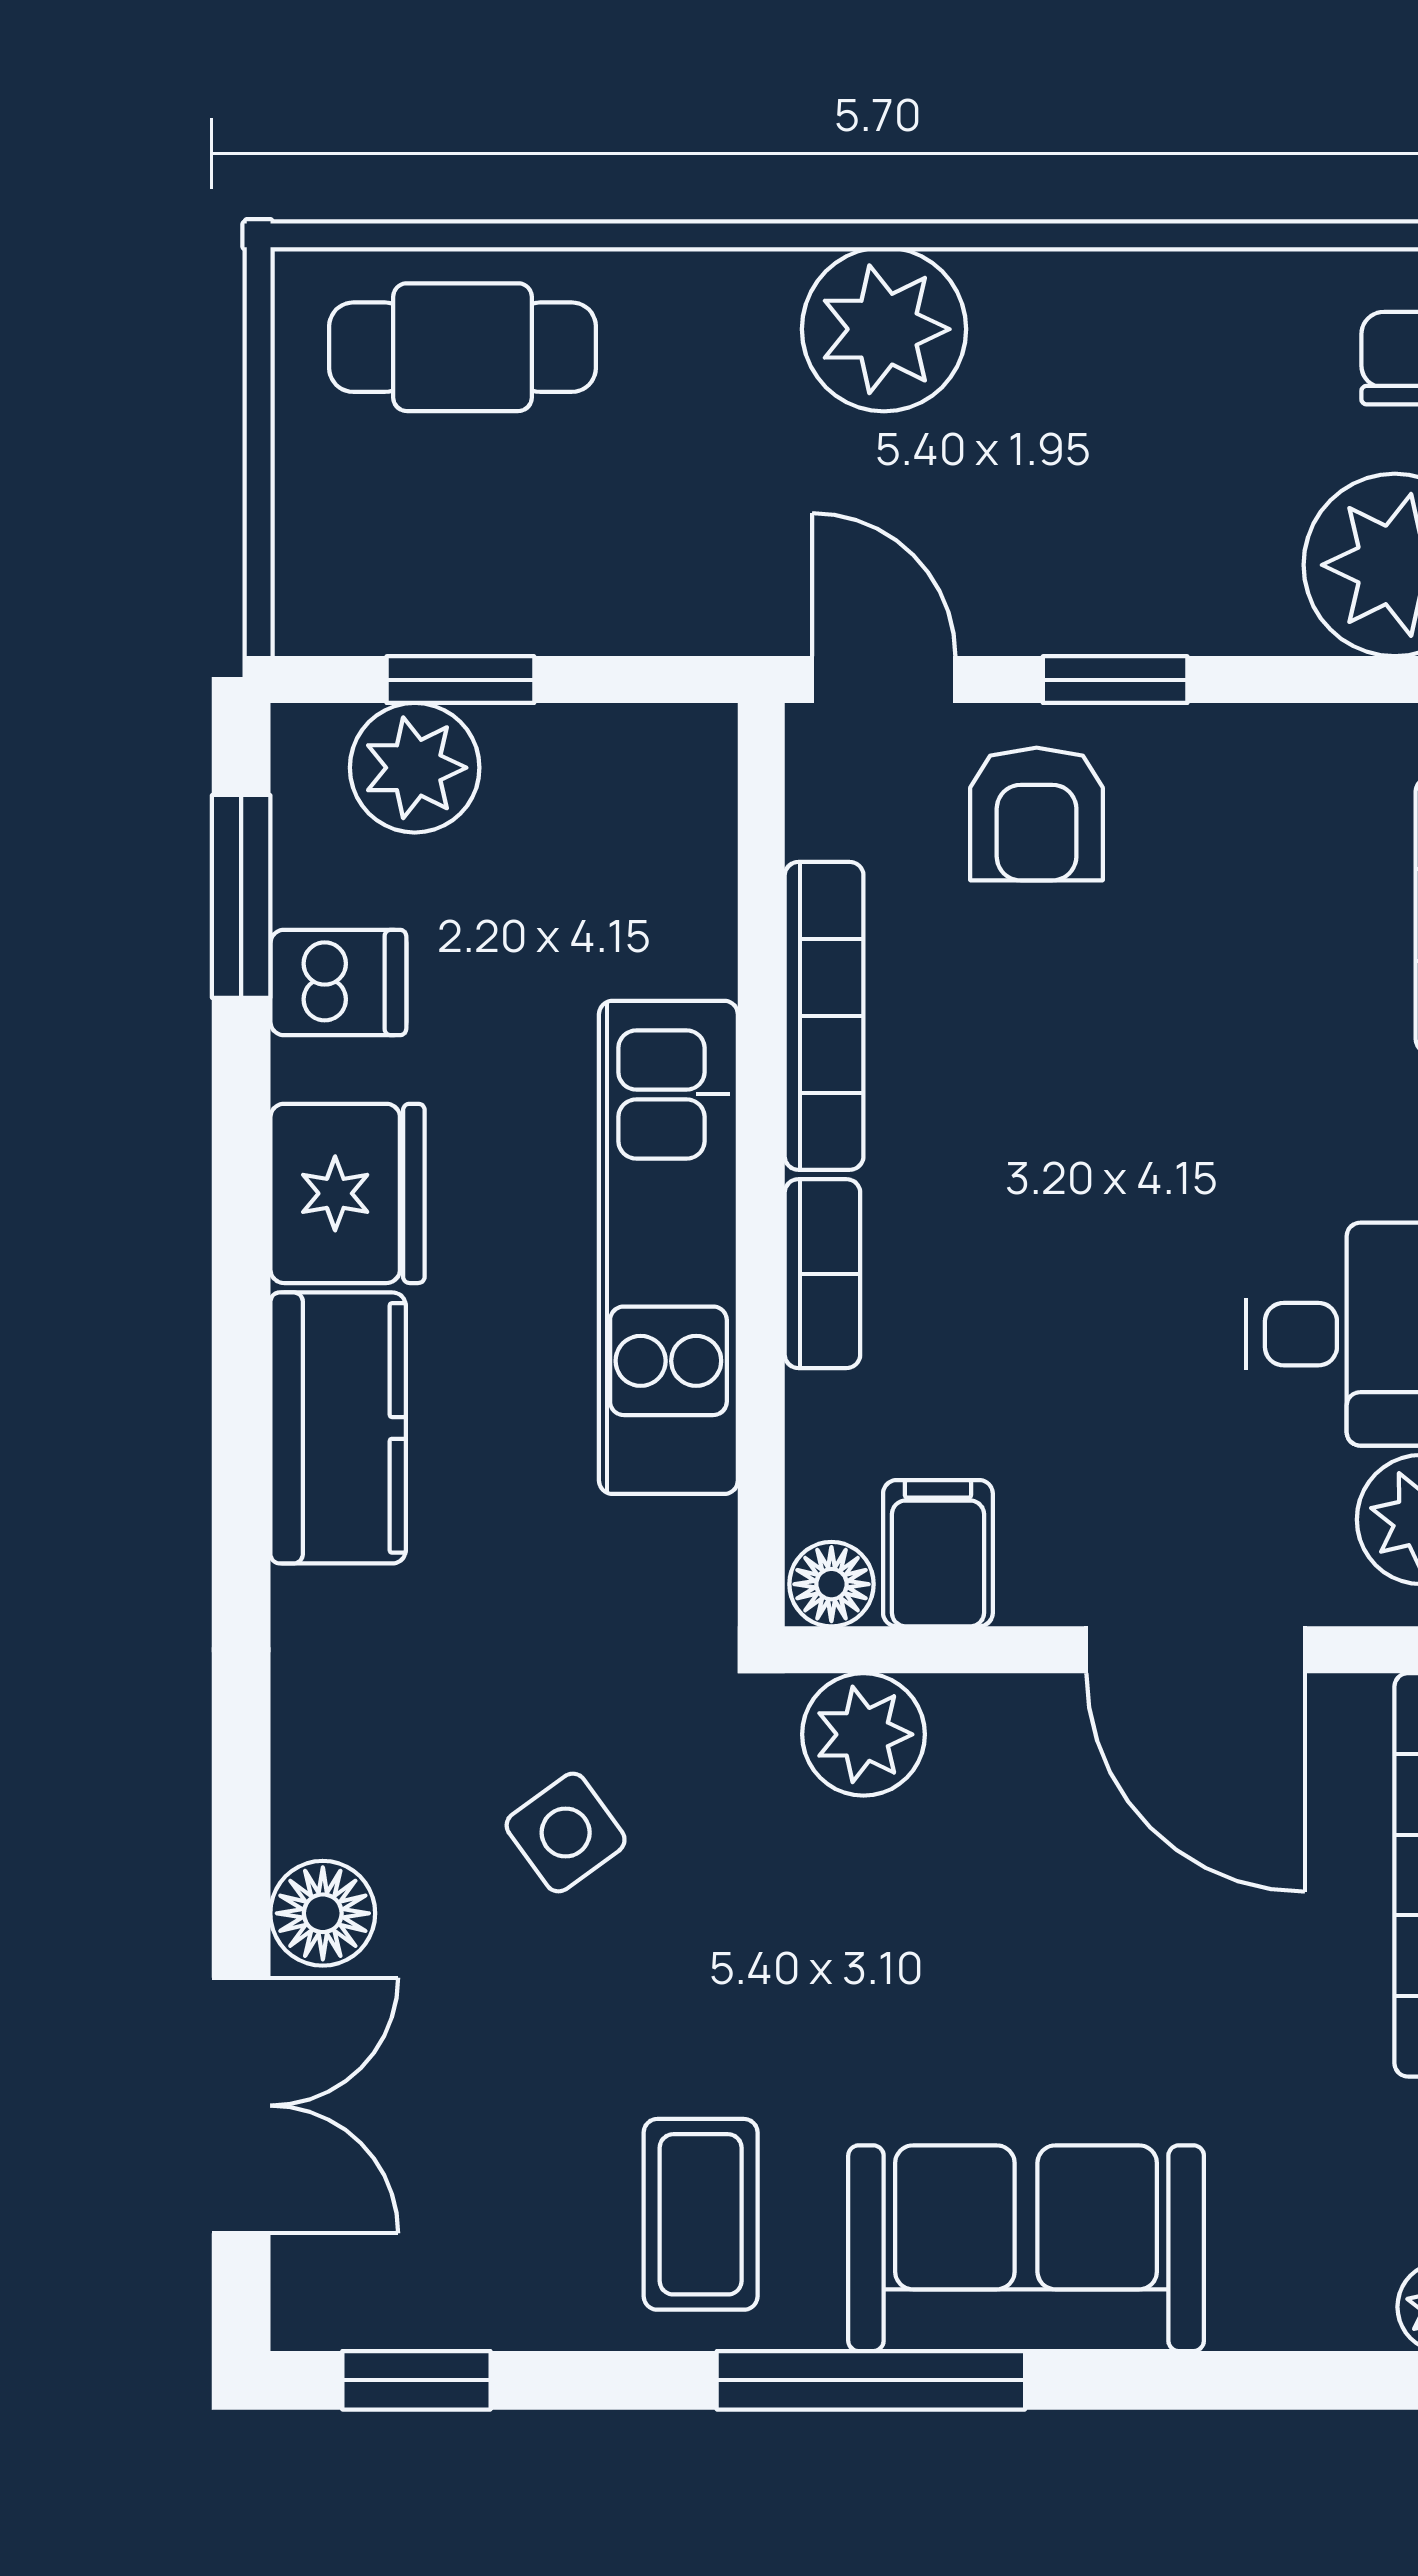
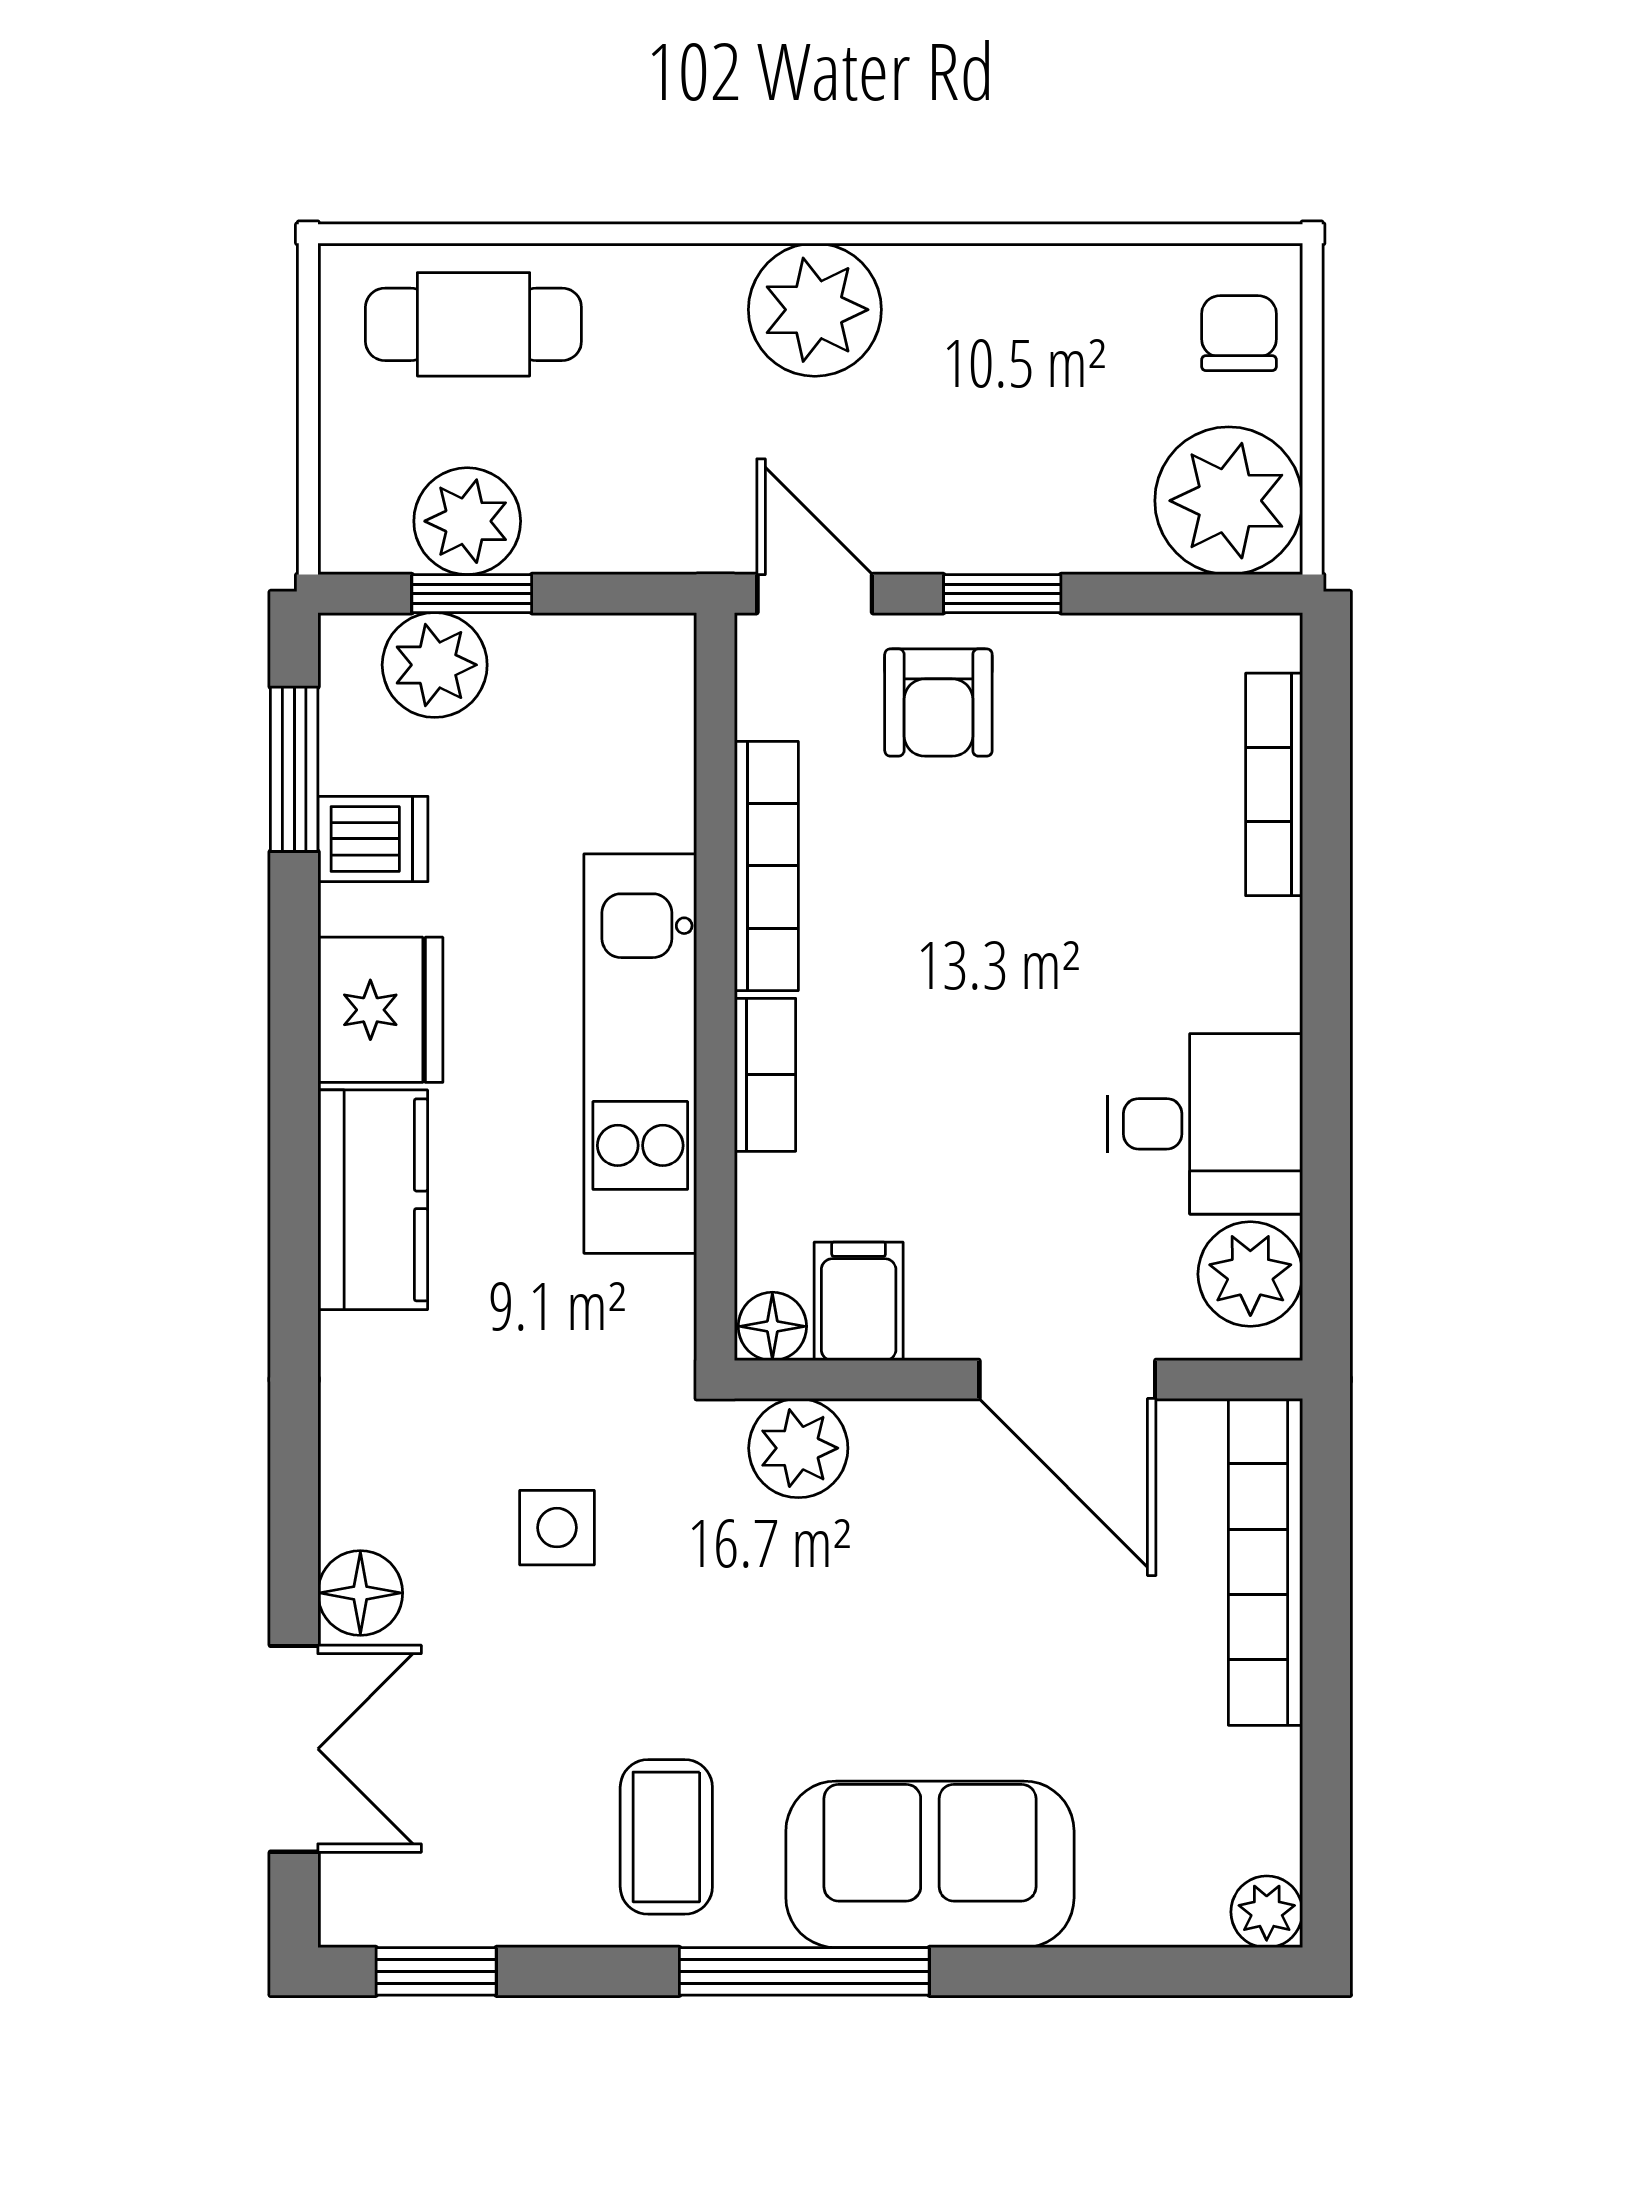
plant: (455, 590) -> (467, 521), added
side table: (566, 1833) -> (557, 1528), turned 36

